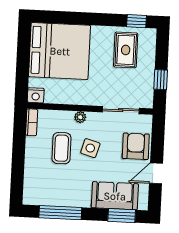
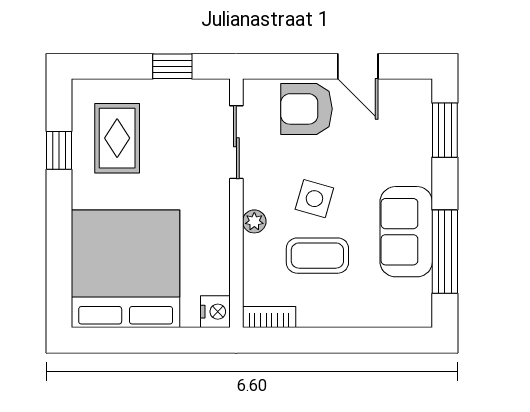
window: (137, 21) -> (59, 150), moved
rug: (126, 50) -> (117, 138), turned 90
sofa: (115, 196) -> (406, 232), moved

